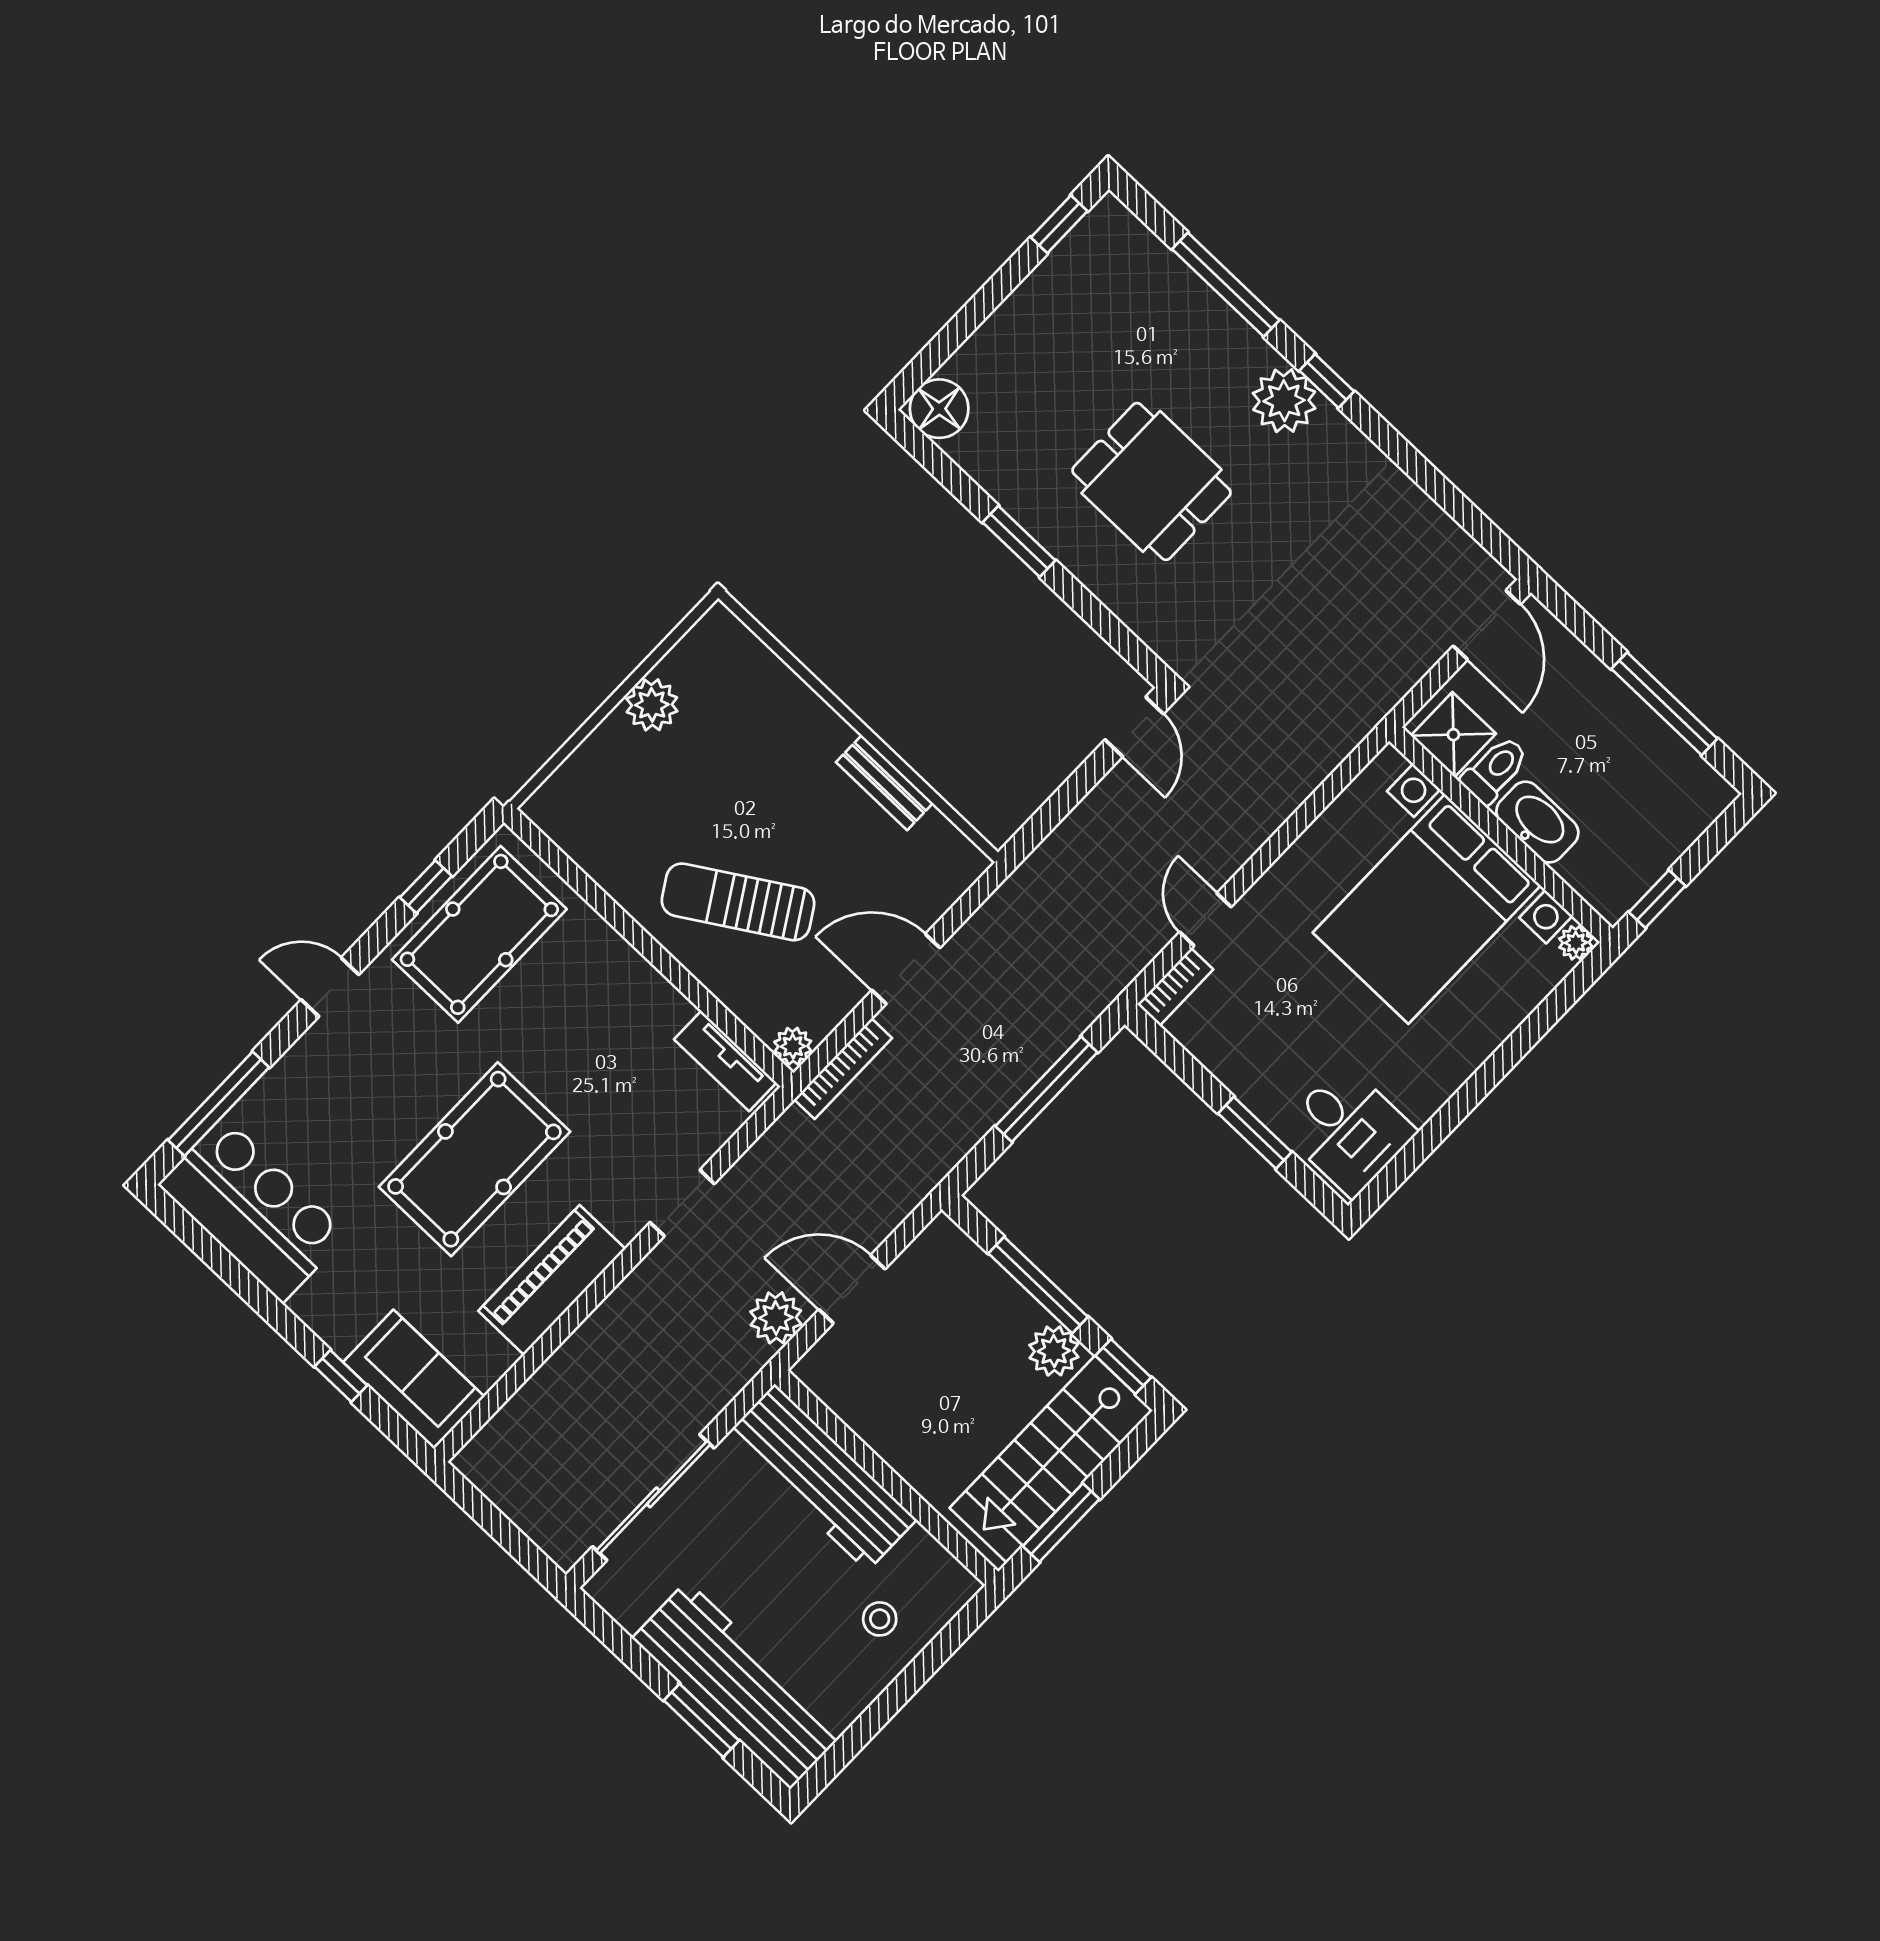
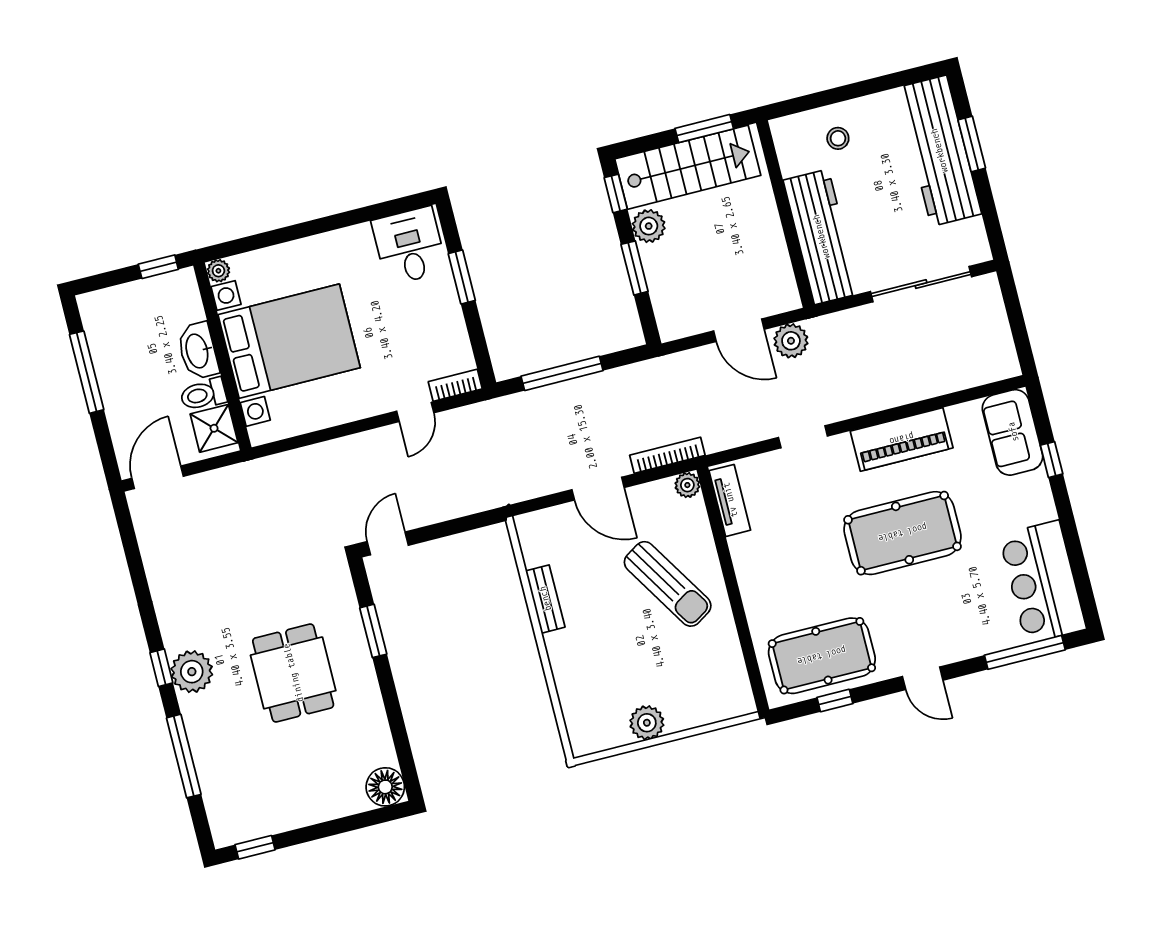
window: (1019, 541) -> (373, 631), moved
window: (1038, 1285) -> (635, 268), width x0.69

